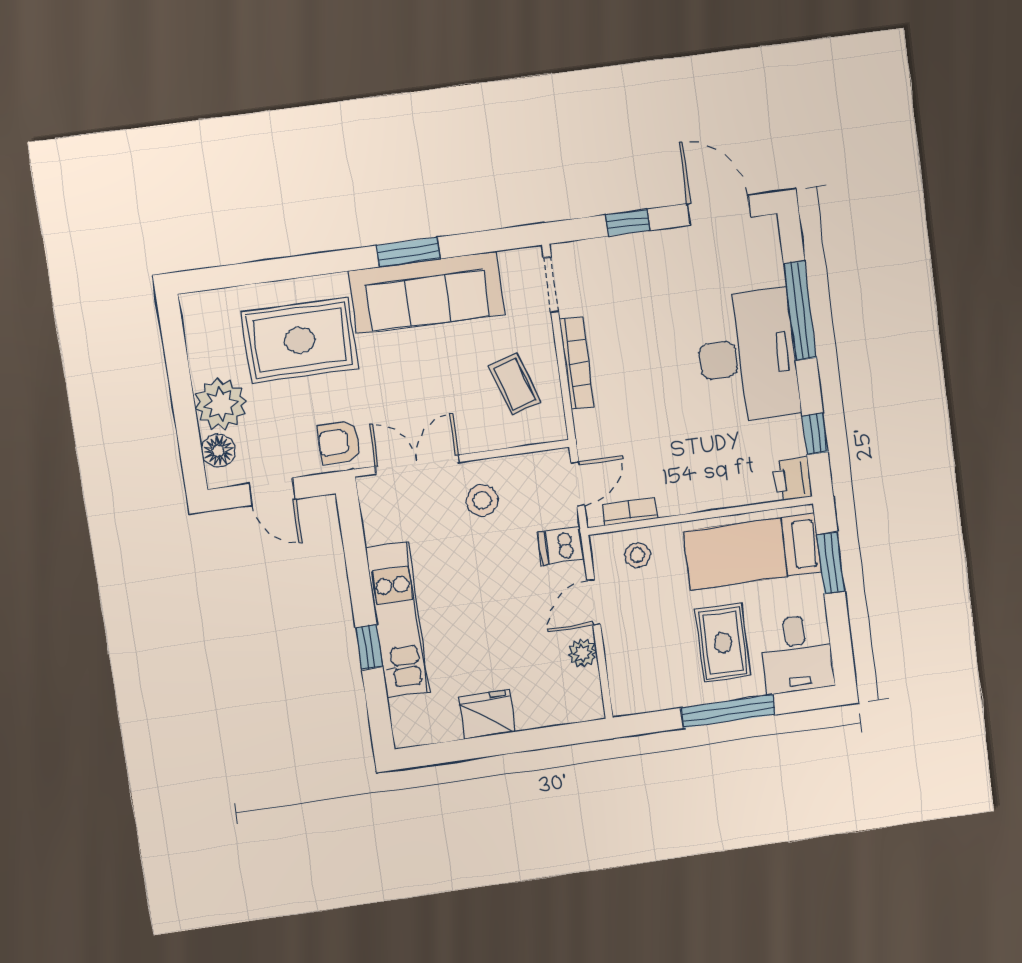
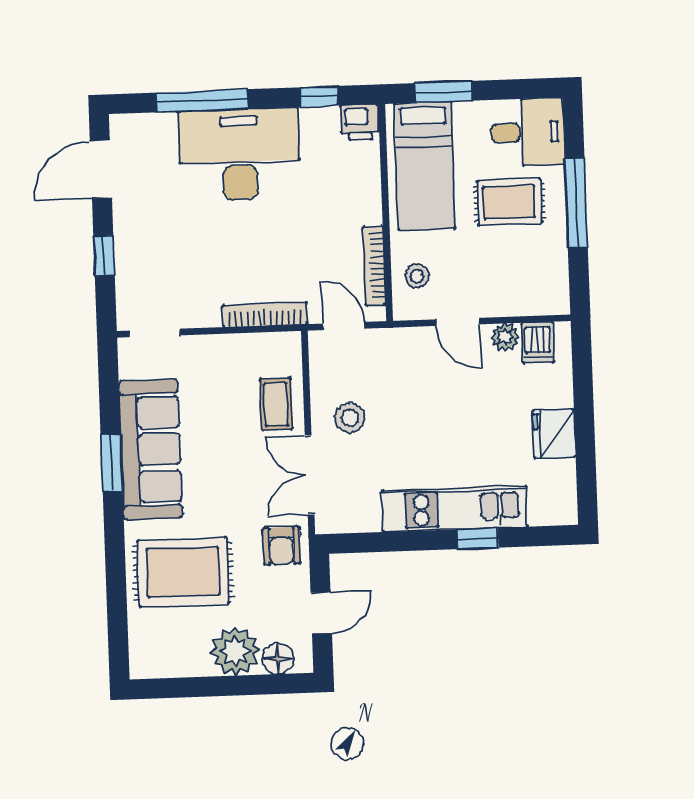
rug: (300, 340) -> (183, 572), turned 90
bookcase: (577, 363) -> (265, 315), moved
coffee table: (515, 384) -> (276, 404), moved, turned -72
bookcase: (629, 512) -> (374, 266), width x1.56
dishwasher: (561, 546) -> (538, 343), moved

